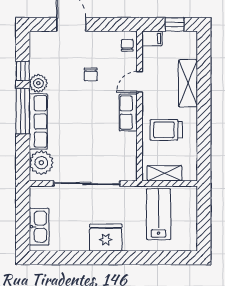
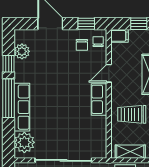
window: (113, 24) -> (86, 24), added
chair: (91, 74) -> (82, 45), moved
plant: (38, 83) -> (22, 51), moved

